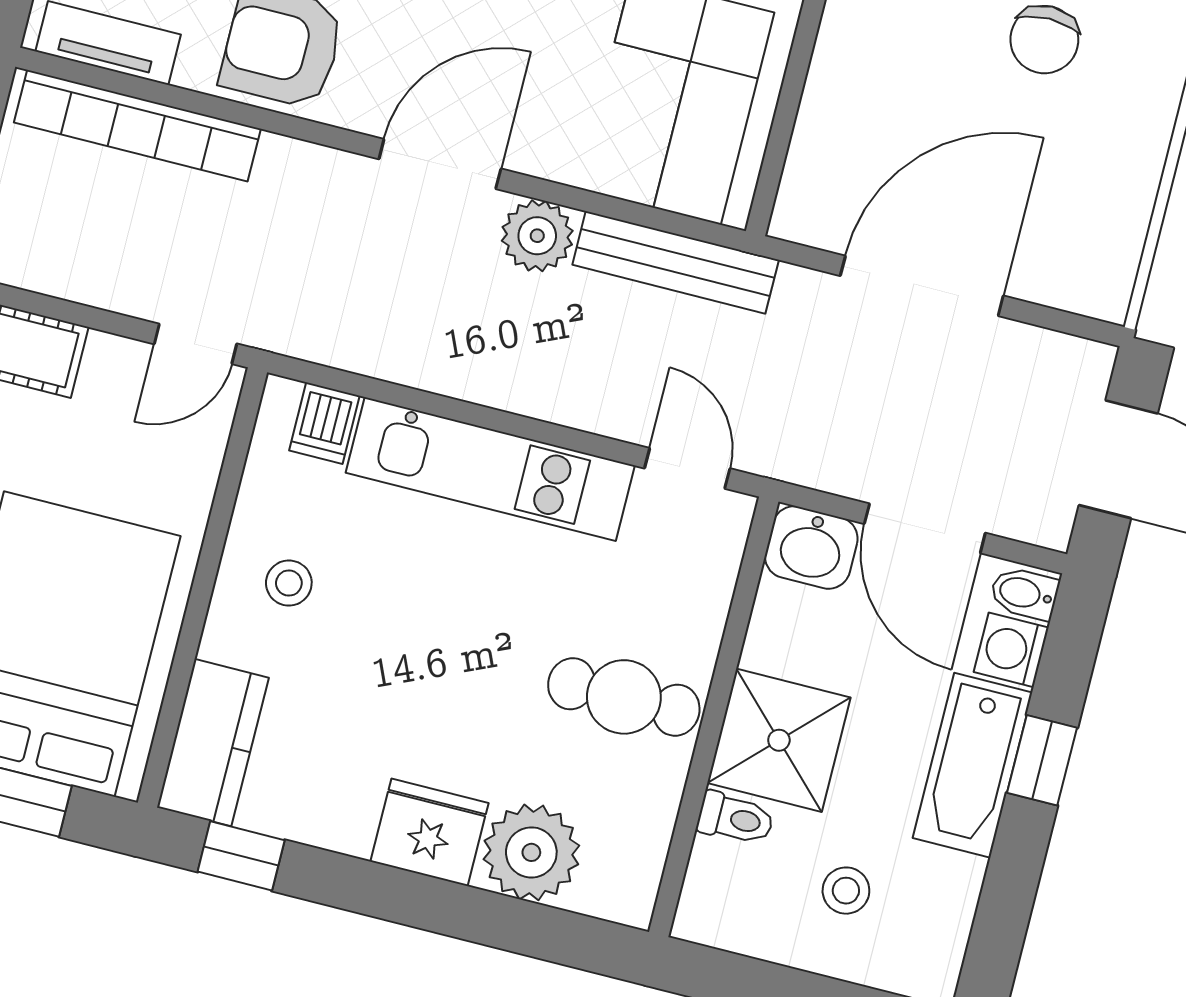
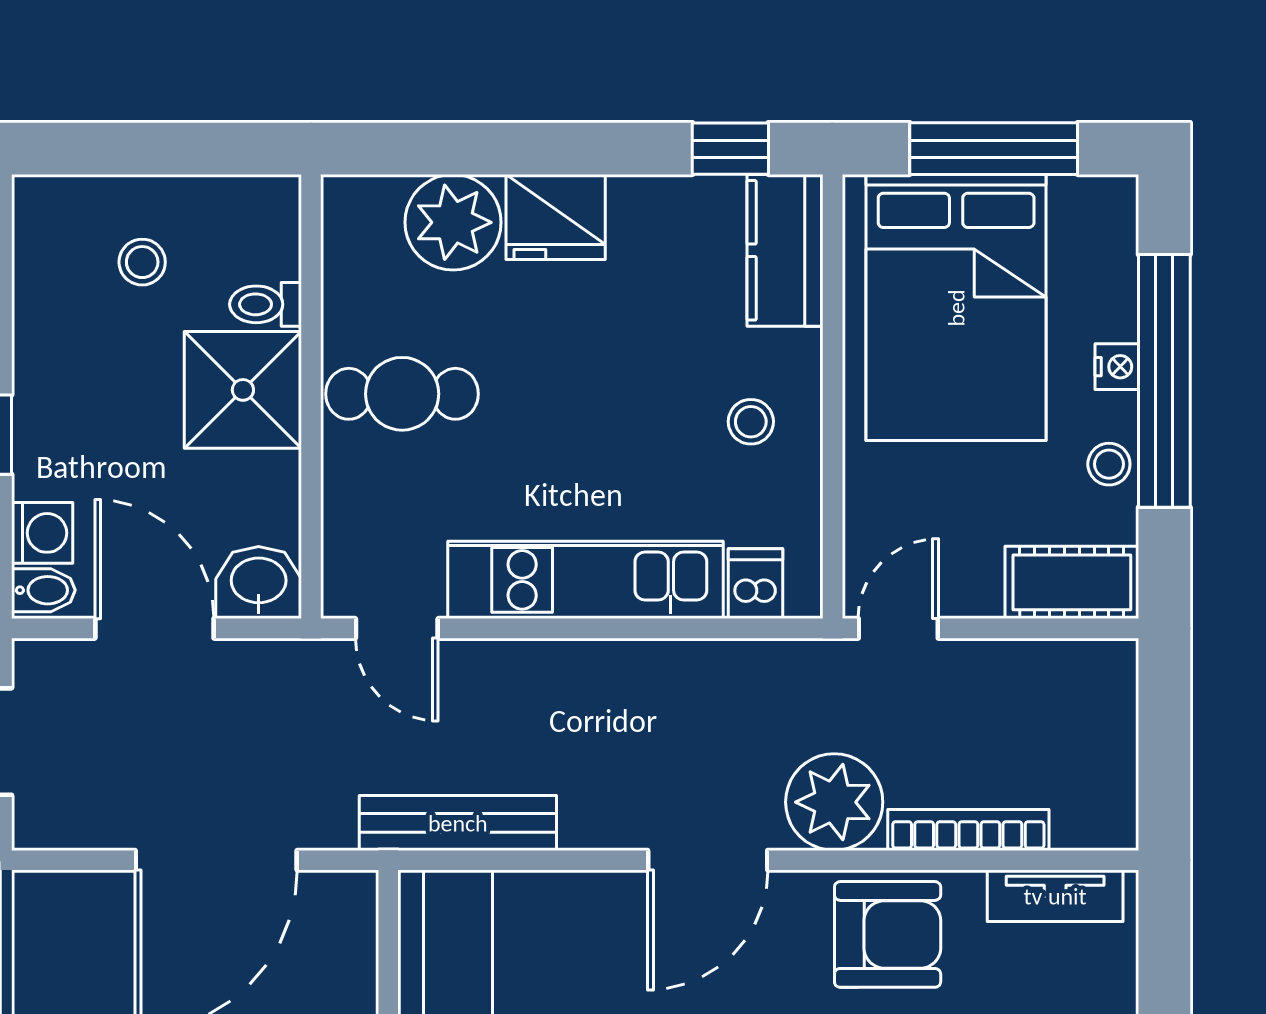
bookcase: (137, 126) -> (968, 830), width x0.68, depth x0.76
plant: (537, 236) -> (834, 802), moved, width x1.36, depth x1.36
bathtub: (972, 765) -> (51, 413), removed

